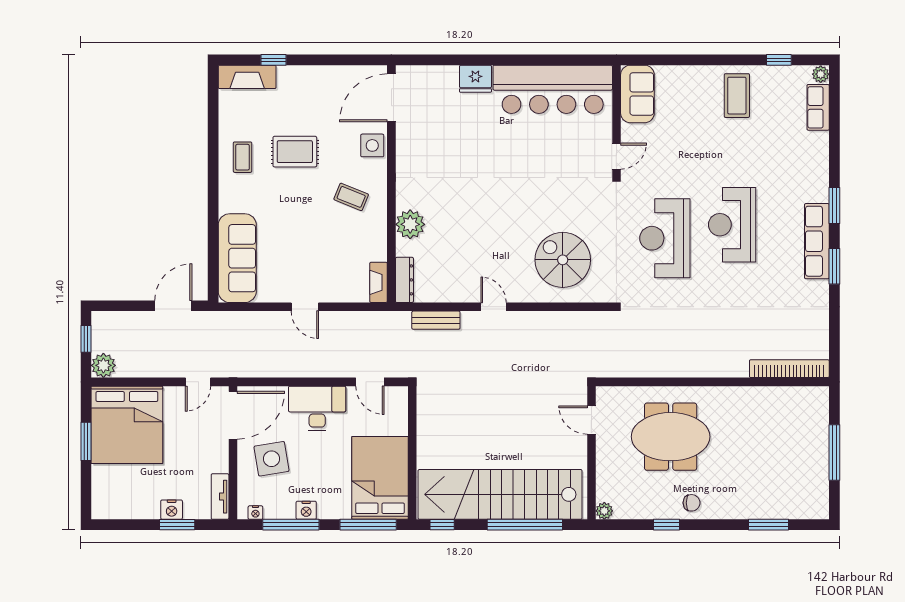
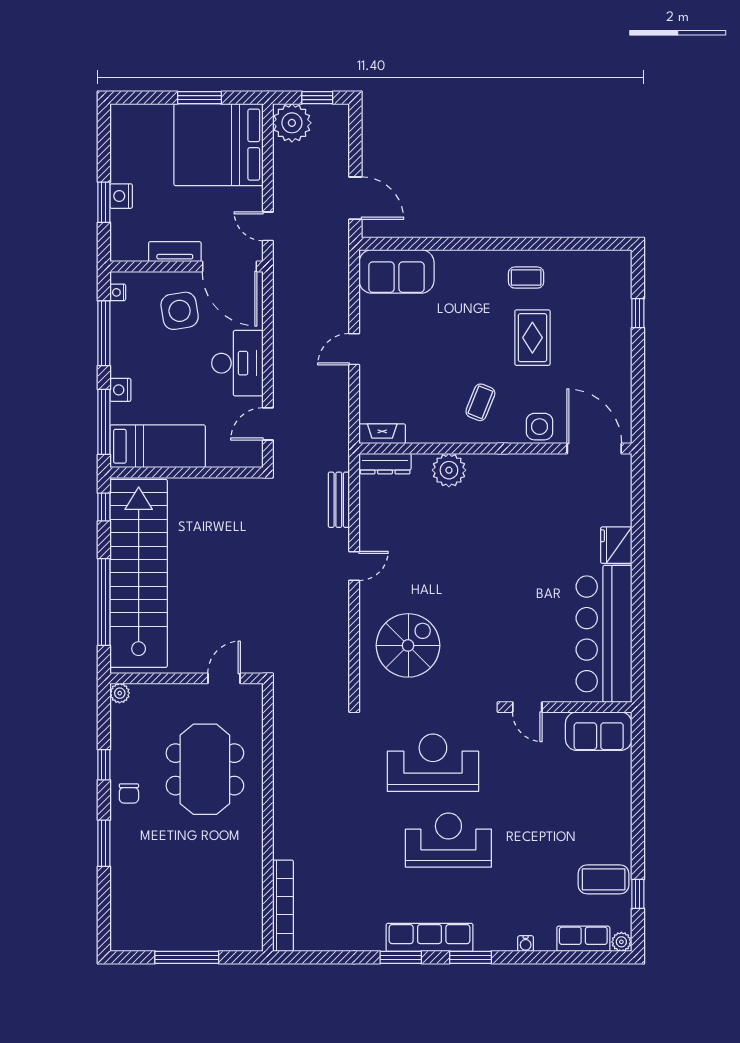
fireplace: (247, 77) -> (618, 283), removed
coffee table: (737, 96) -> (604, 879), moved
water cooler: (822, 158) -> (526, 944), added
sofa: (237, 258) -> (396, 271), width x0.73
plant: (103, 365) -> (292, 123), width x1.36, depth x1.36
bed: (380, 478) -> (158, 446), width x0.67
tv unit: (220, 497) -> (175, 252), moved
nightstand: (306, 510) -> (120, 390), moved
window: (768, 525) -> (104, 843), moved

